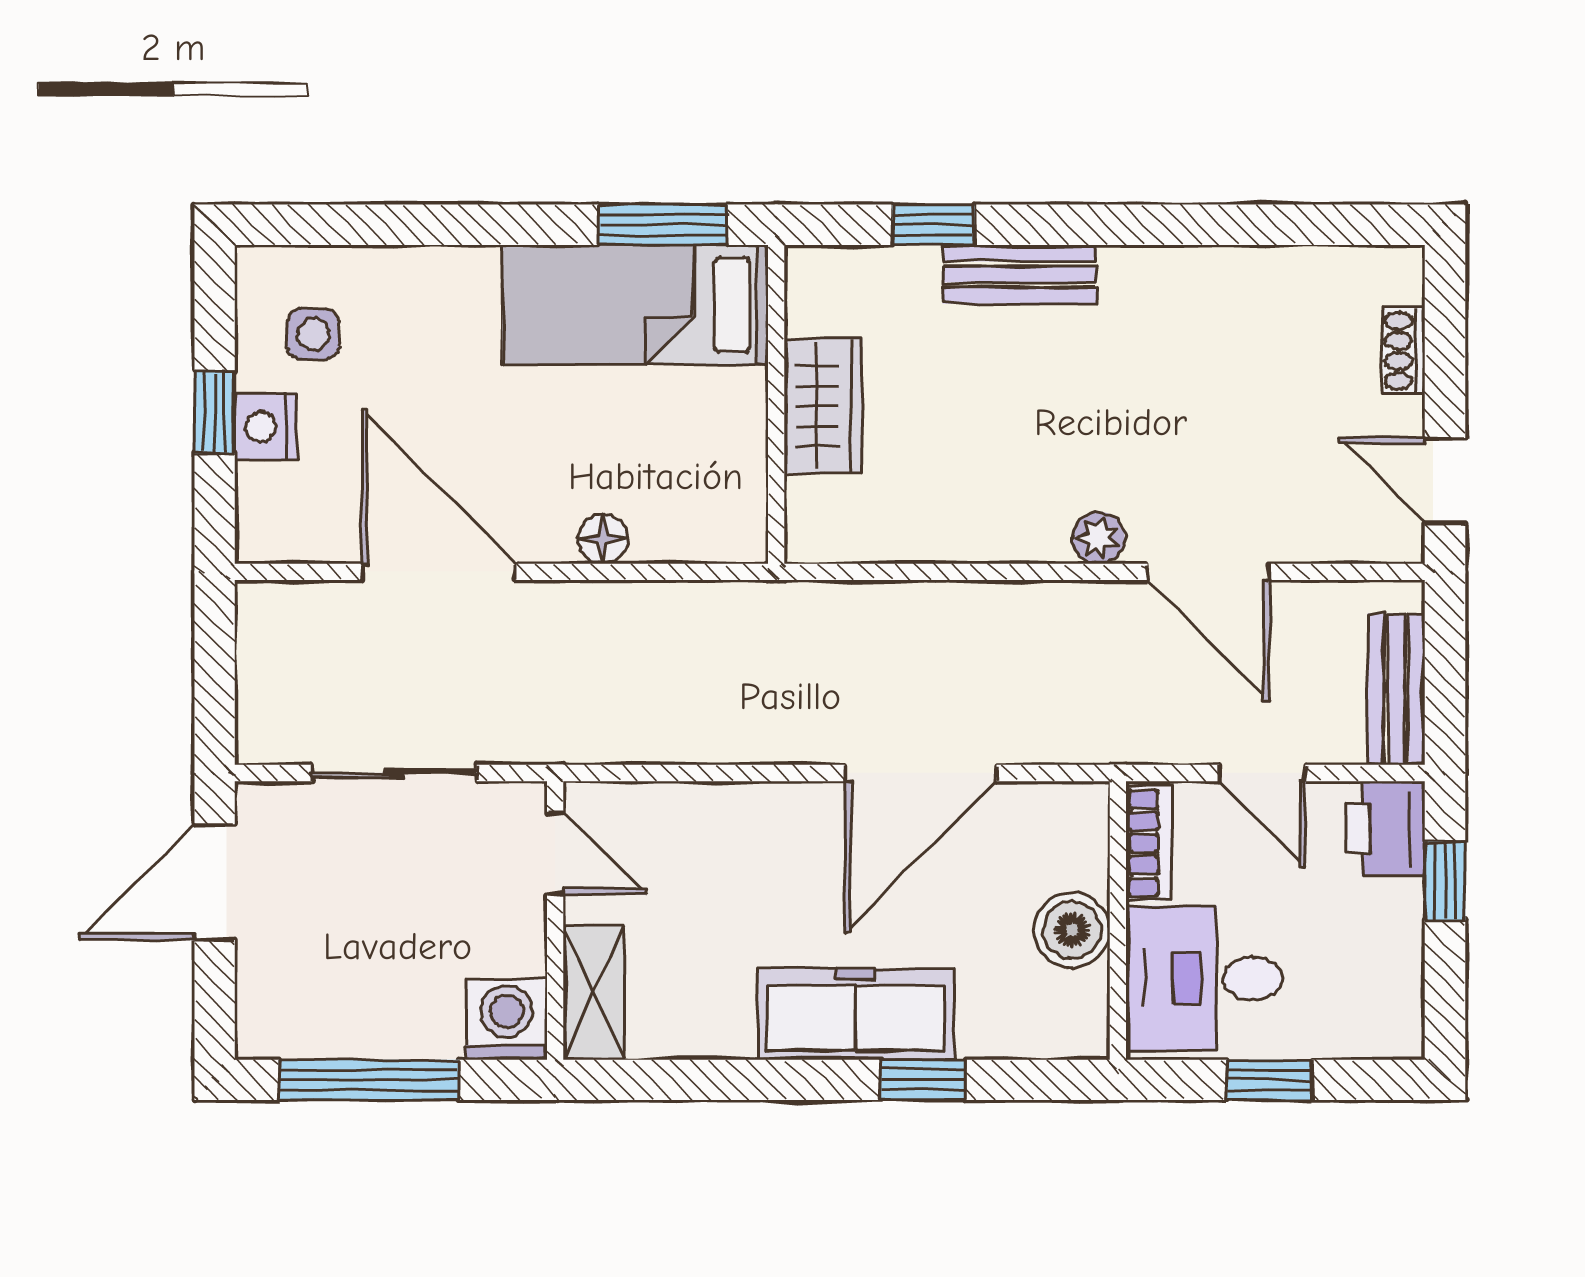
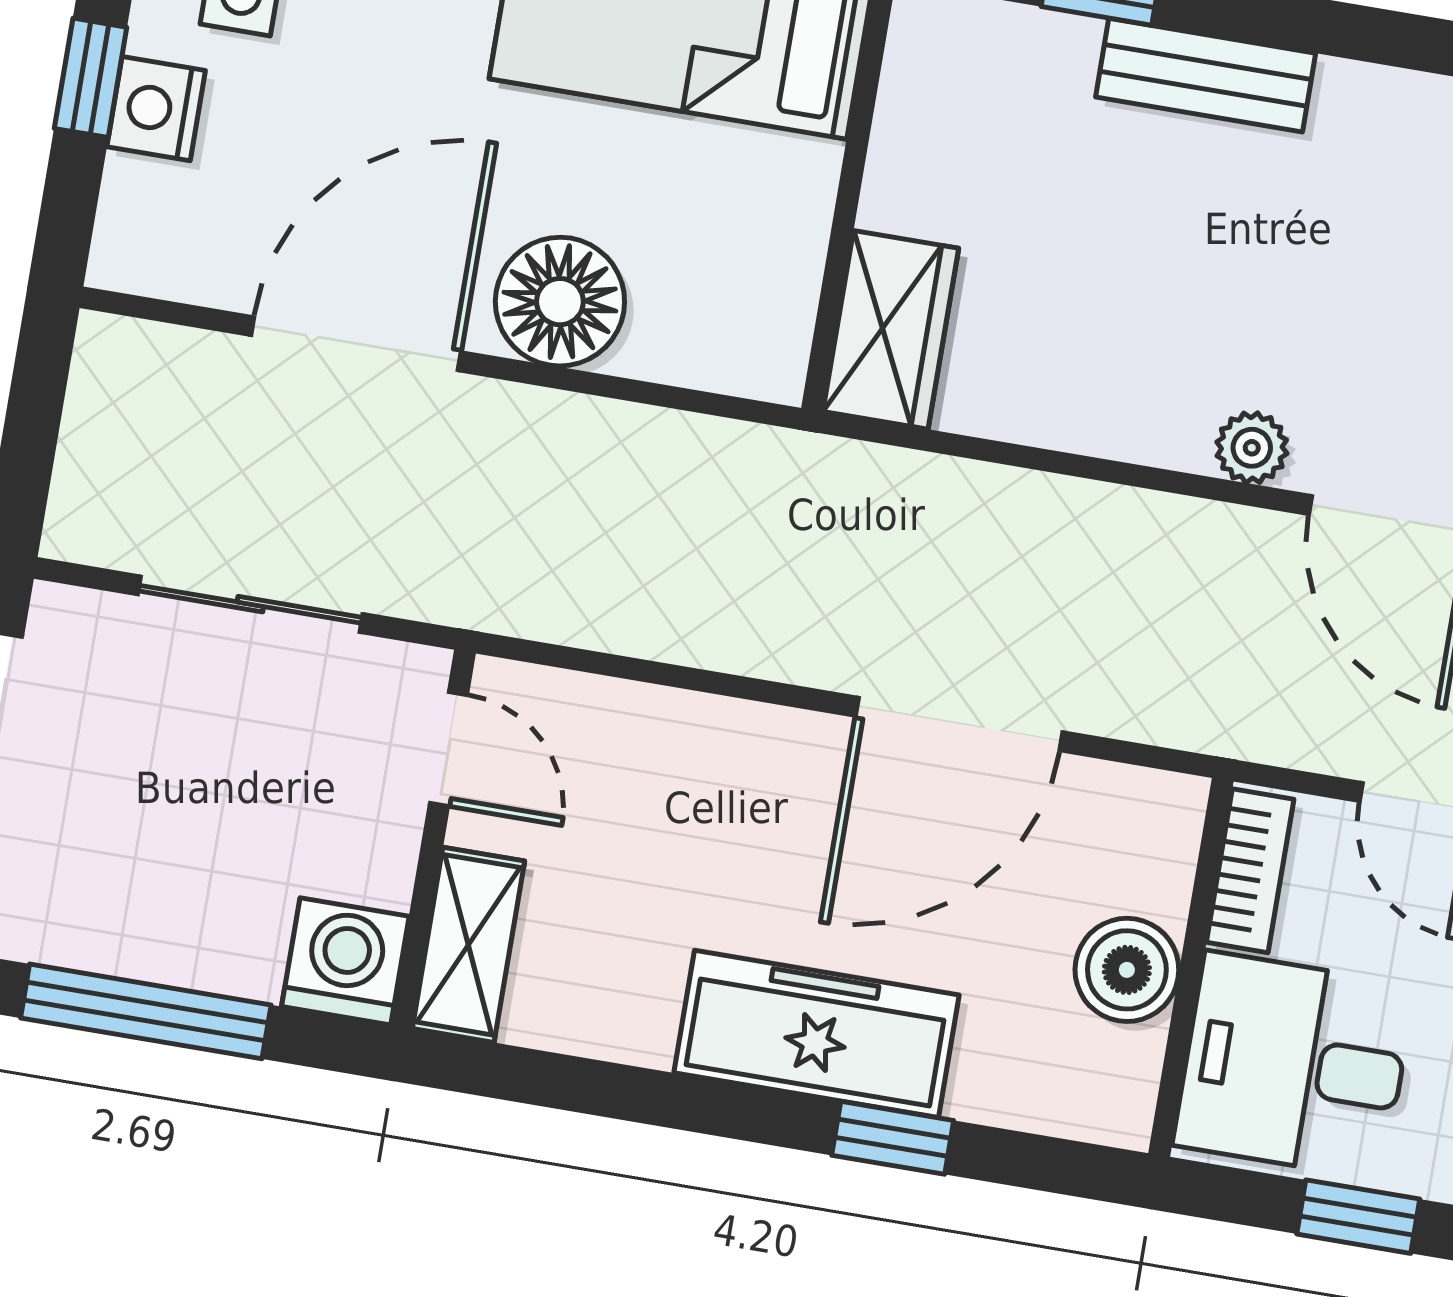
wardrobe: (823, 406) -> (891, 330), moved
floor lamp: (603, 539) -> (560, 302), width x1.89, depth x1.89
door: (439, 572) -> (356, 344), hinge flipped

